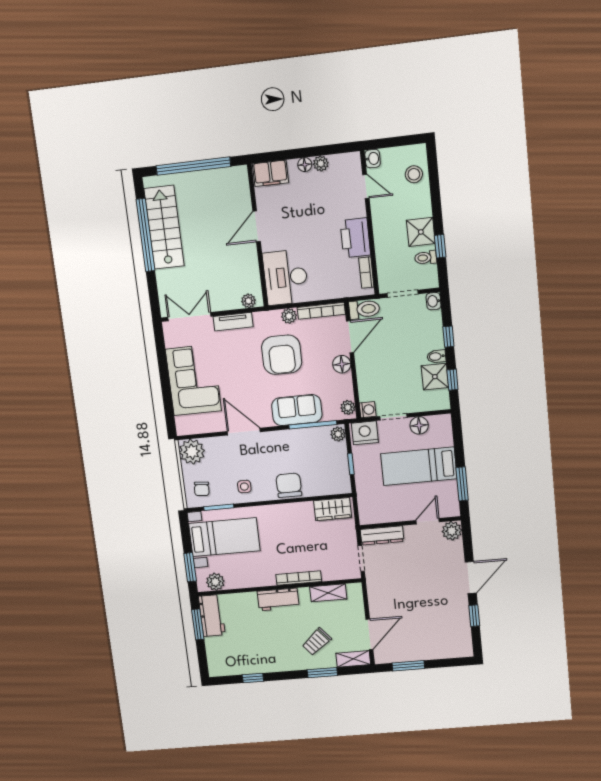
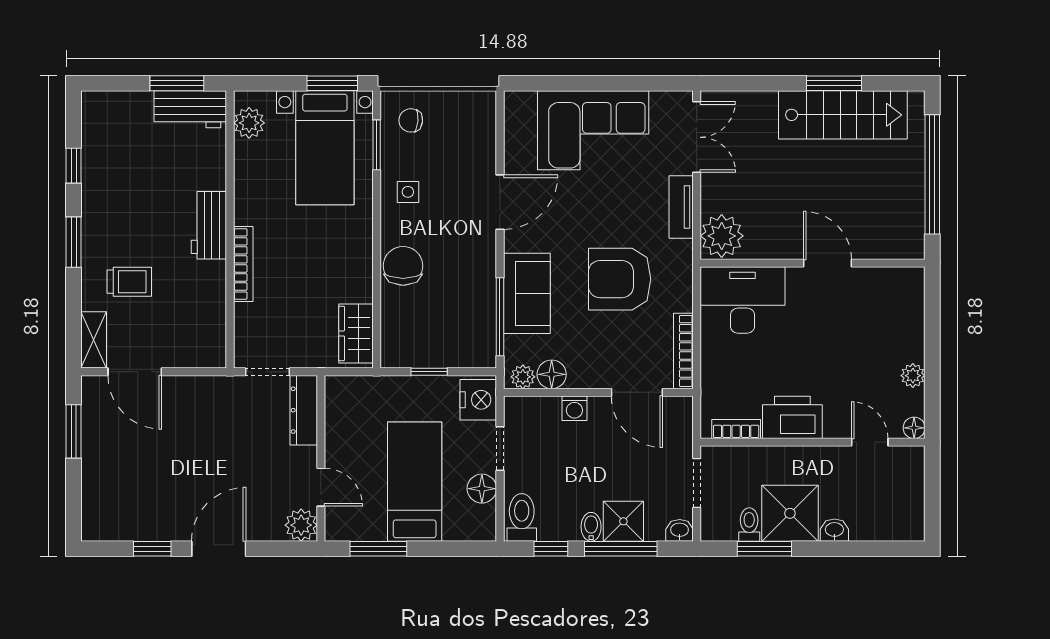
washbasin: (373, 159) -> (834, 530), moved, turned 180
floor lamp: (305, 165) -> (914, 428), moved
filing cabinet: (270, 173) -> (907, 295), removed
stool: (414, 174) -> (880, 519), removed
door: (366, 186) -> (870, 442), swing flipped
shower: (421, 232) -> (790, 513), width x1.36, depth x1.36
window: (145, 235) -> (834, 83), width x0.47
window: (440, 246) -> (764, 549), width x1.50
plant: (248, 301) -> (722, 236), width x1.87, depth x1.87
toilet: (364, 309) -> (522, 517), moved, turned 180
plant: (289, 316) -> (681, 298), removed
window: (448, 337) -> (621, 549), width x2.17
floor lamp: (342, 364) -> (552, 374), moved
shower: (435, 377) -> (623, 521), moved
washing machine: (368, 410) -> (574, 408), moved
plant: (338, 434) -> (481, 356), removed
plant: (192, 452) -> (475, 112), removed
chair: (289, 485) -> (403, 266), turned -90
window: (190, 567) -> (332, 83), moved
door: (471, 578) -> (219, 549), swing flipped
shelving: (328, 593) -> (213, 311), removed
trolley: (317, 642) -> (129, 282), turned 130
window: (322, 673) -> (74, 242), moved

